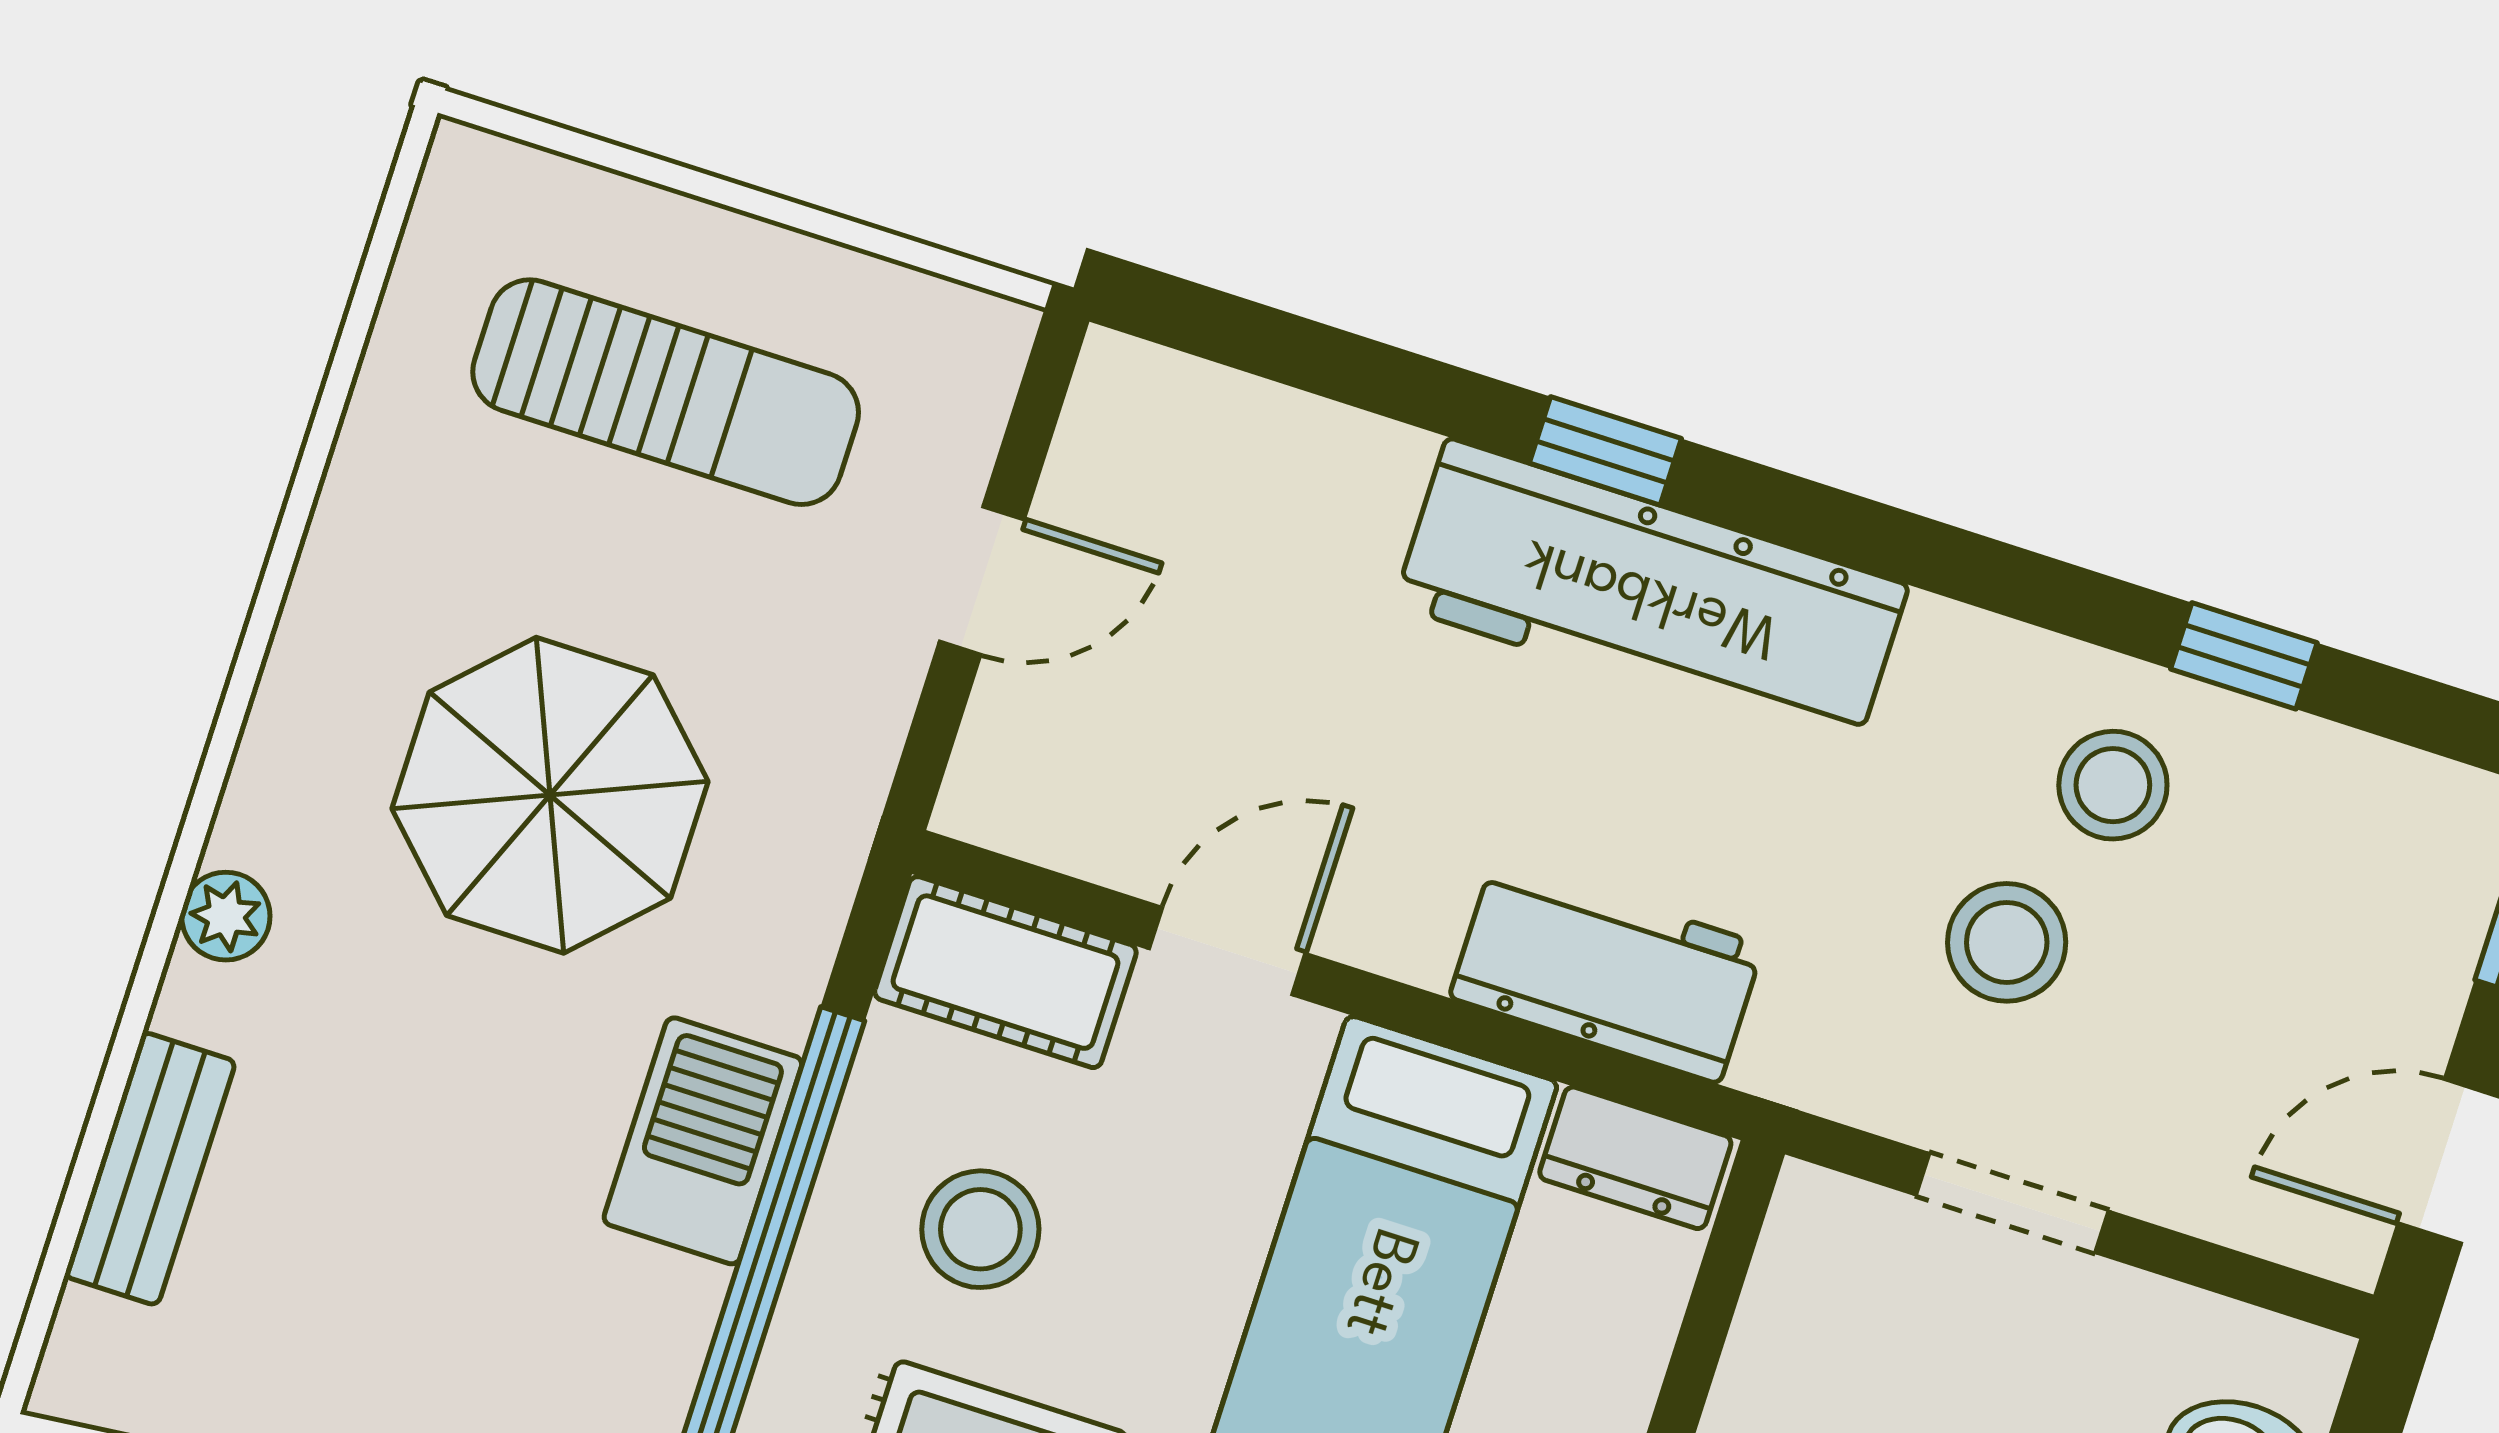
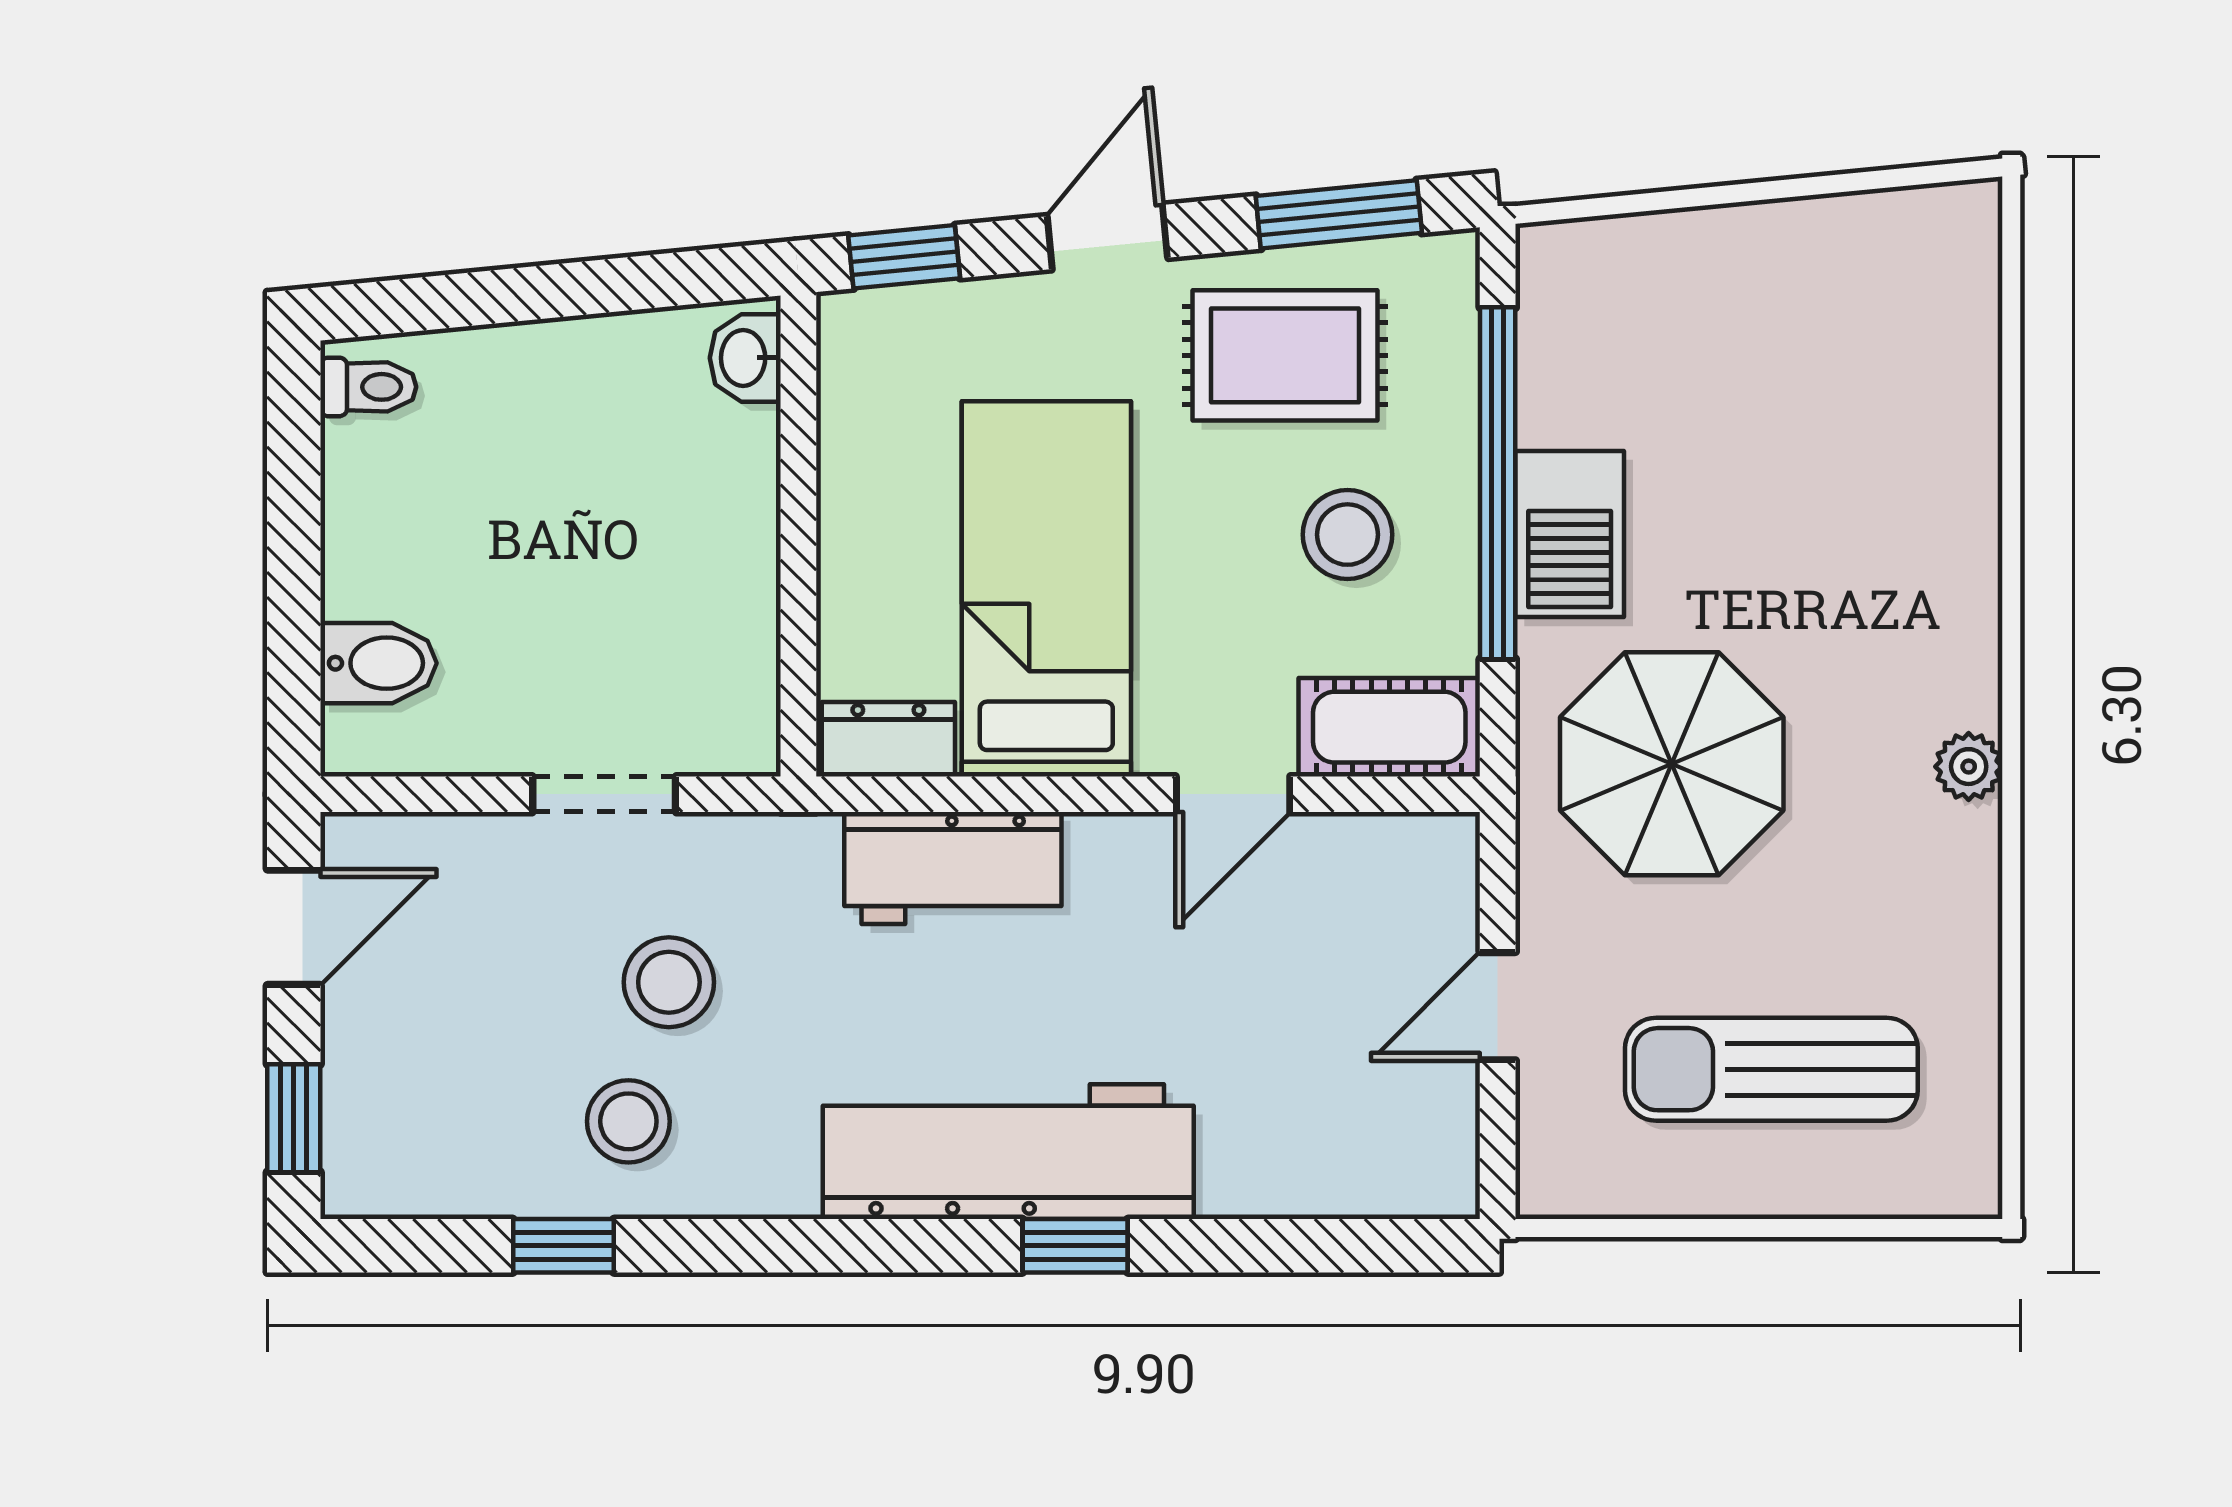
parasol: (550, 795) -> (1672, 764), moved
plant: (226, 916) -> (1969, 767), moved
bench: (150, 1169) -> (1965, 385), removed

